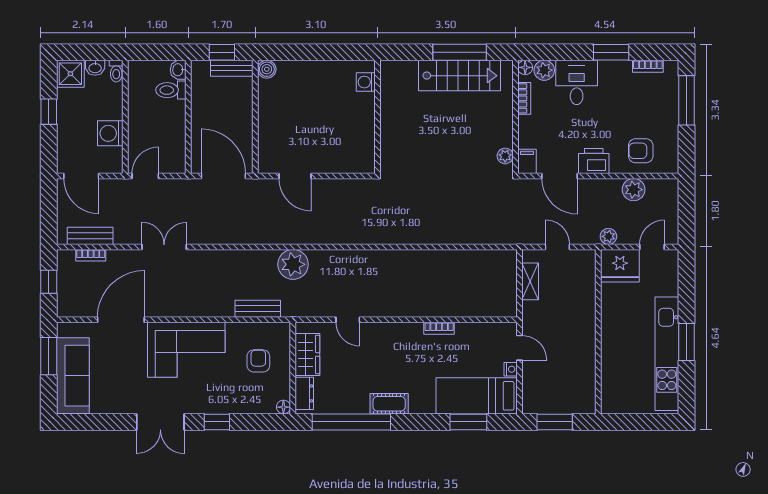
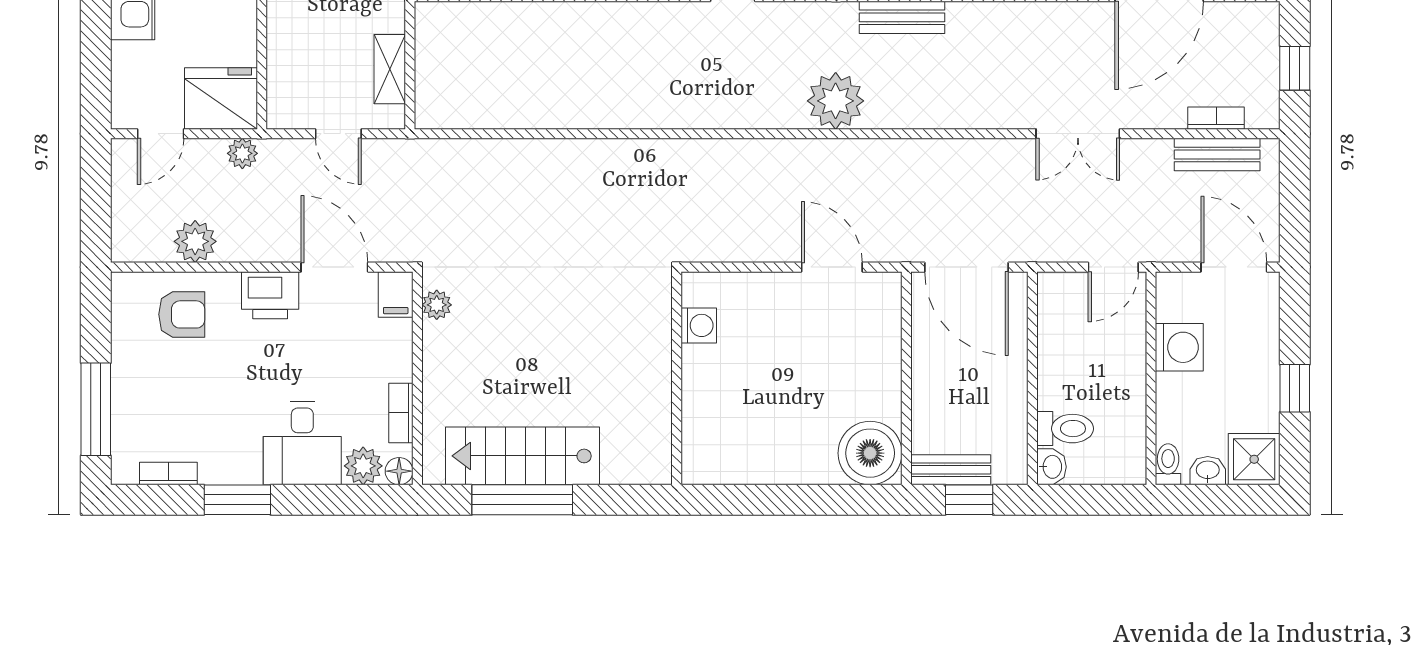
boiler: (267, 69) -> (870, 453), width x1.86, depth x1.86
washing machine: (366, 82) -> (699, 325), moved

